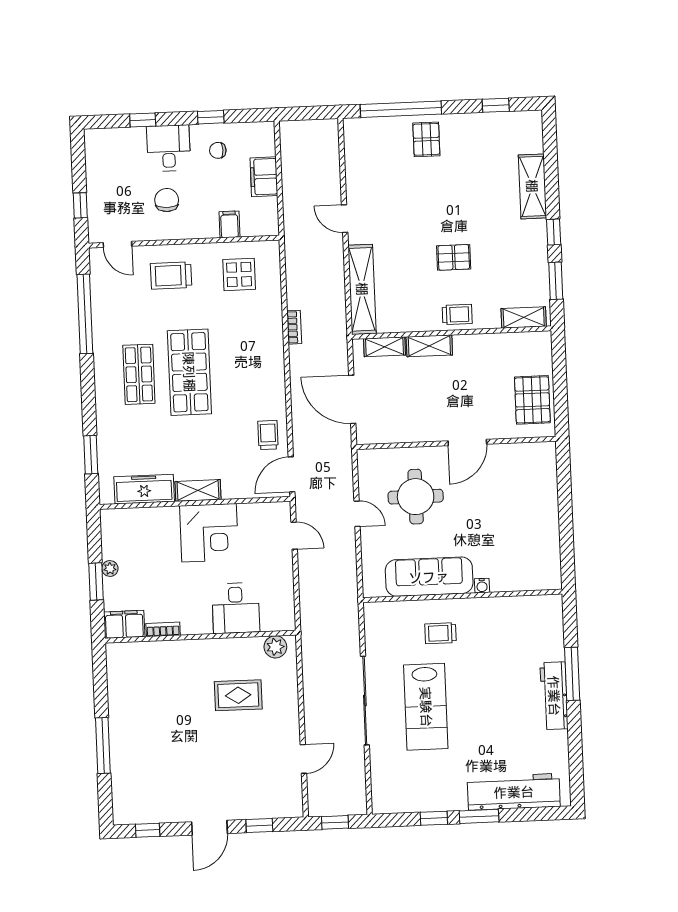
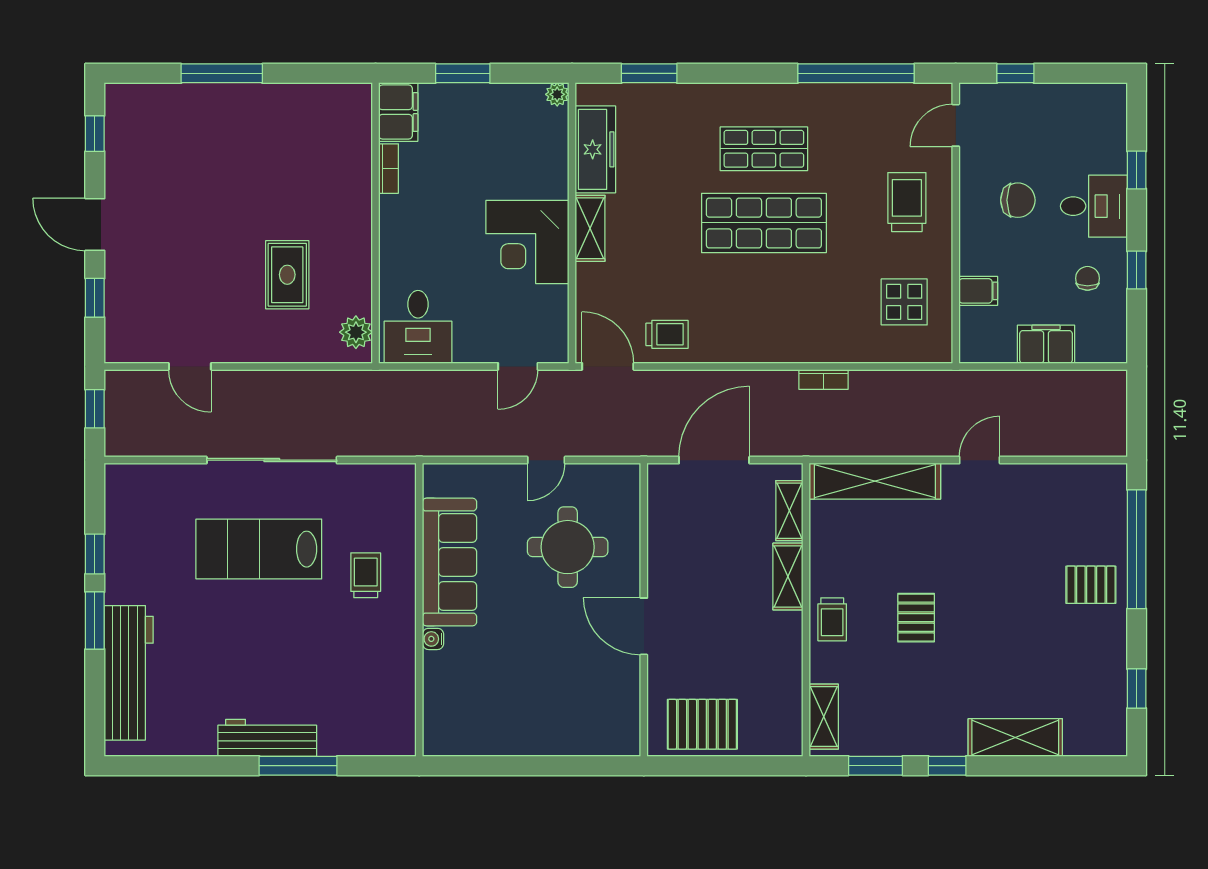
plant: (110, 568) -> (557, 94), moved
desk: (236, 608) -> (418, 327), moved, turned -90

